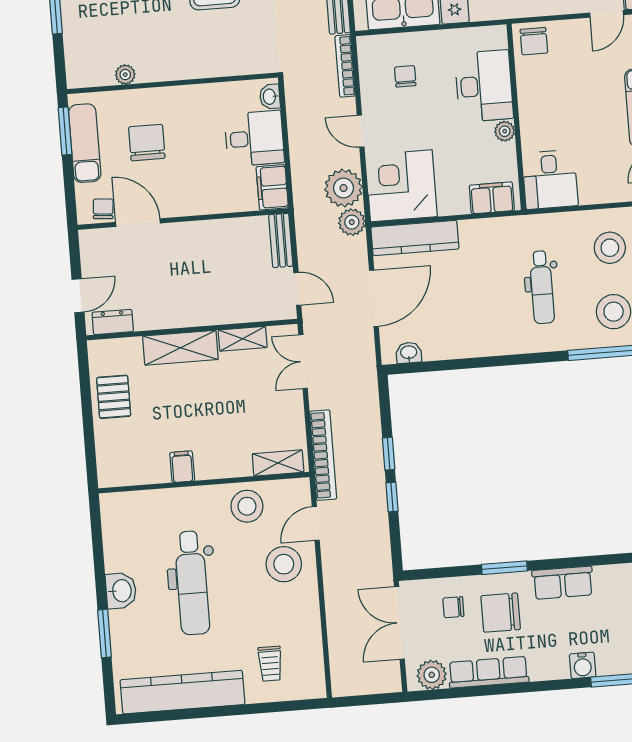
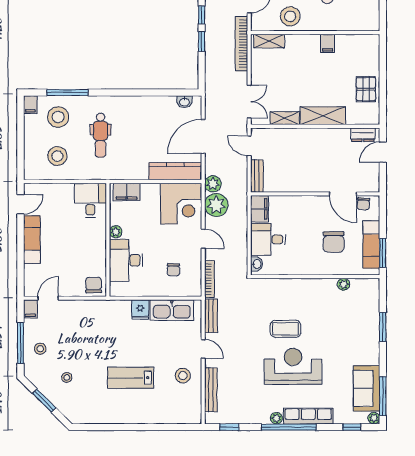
dental chair: (542, 287) -> (101, 135), turned 180

